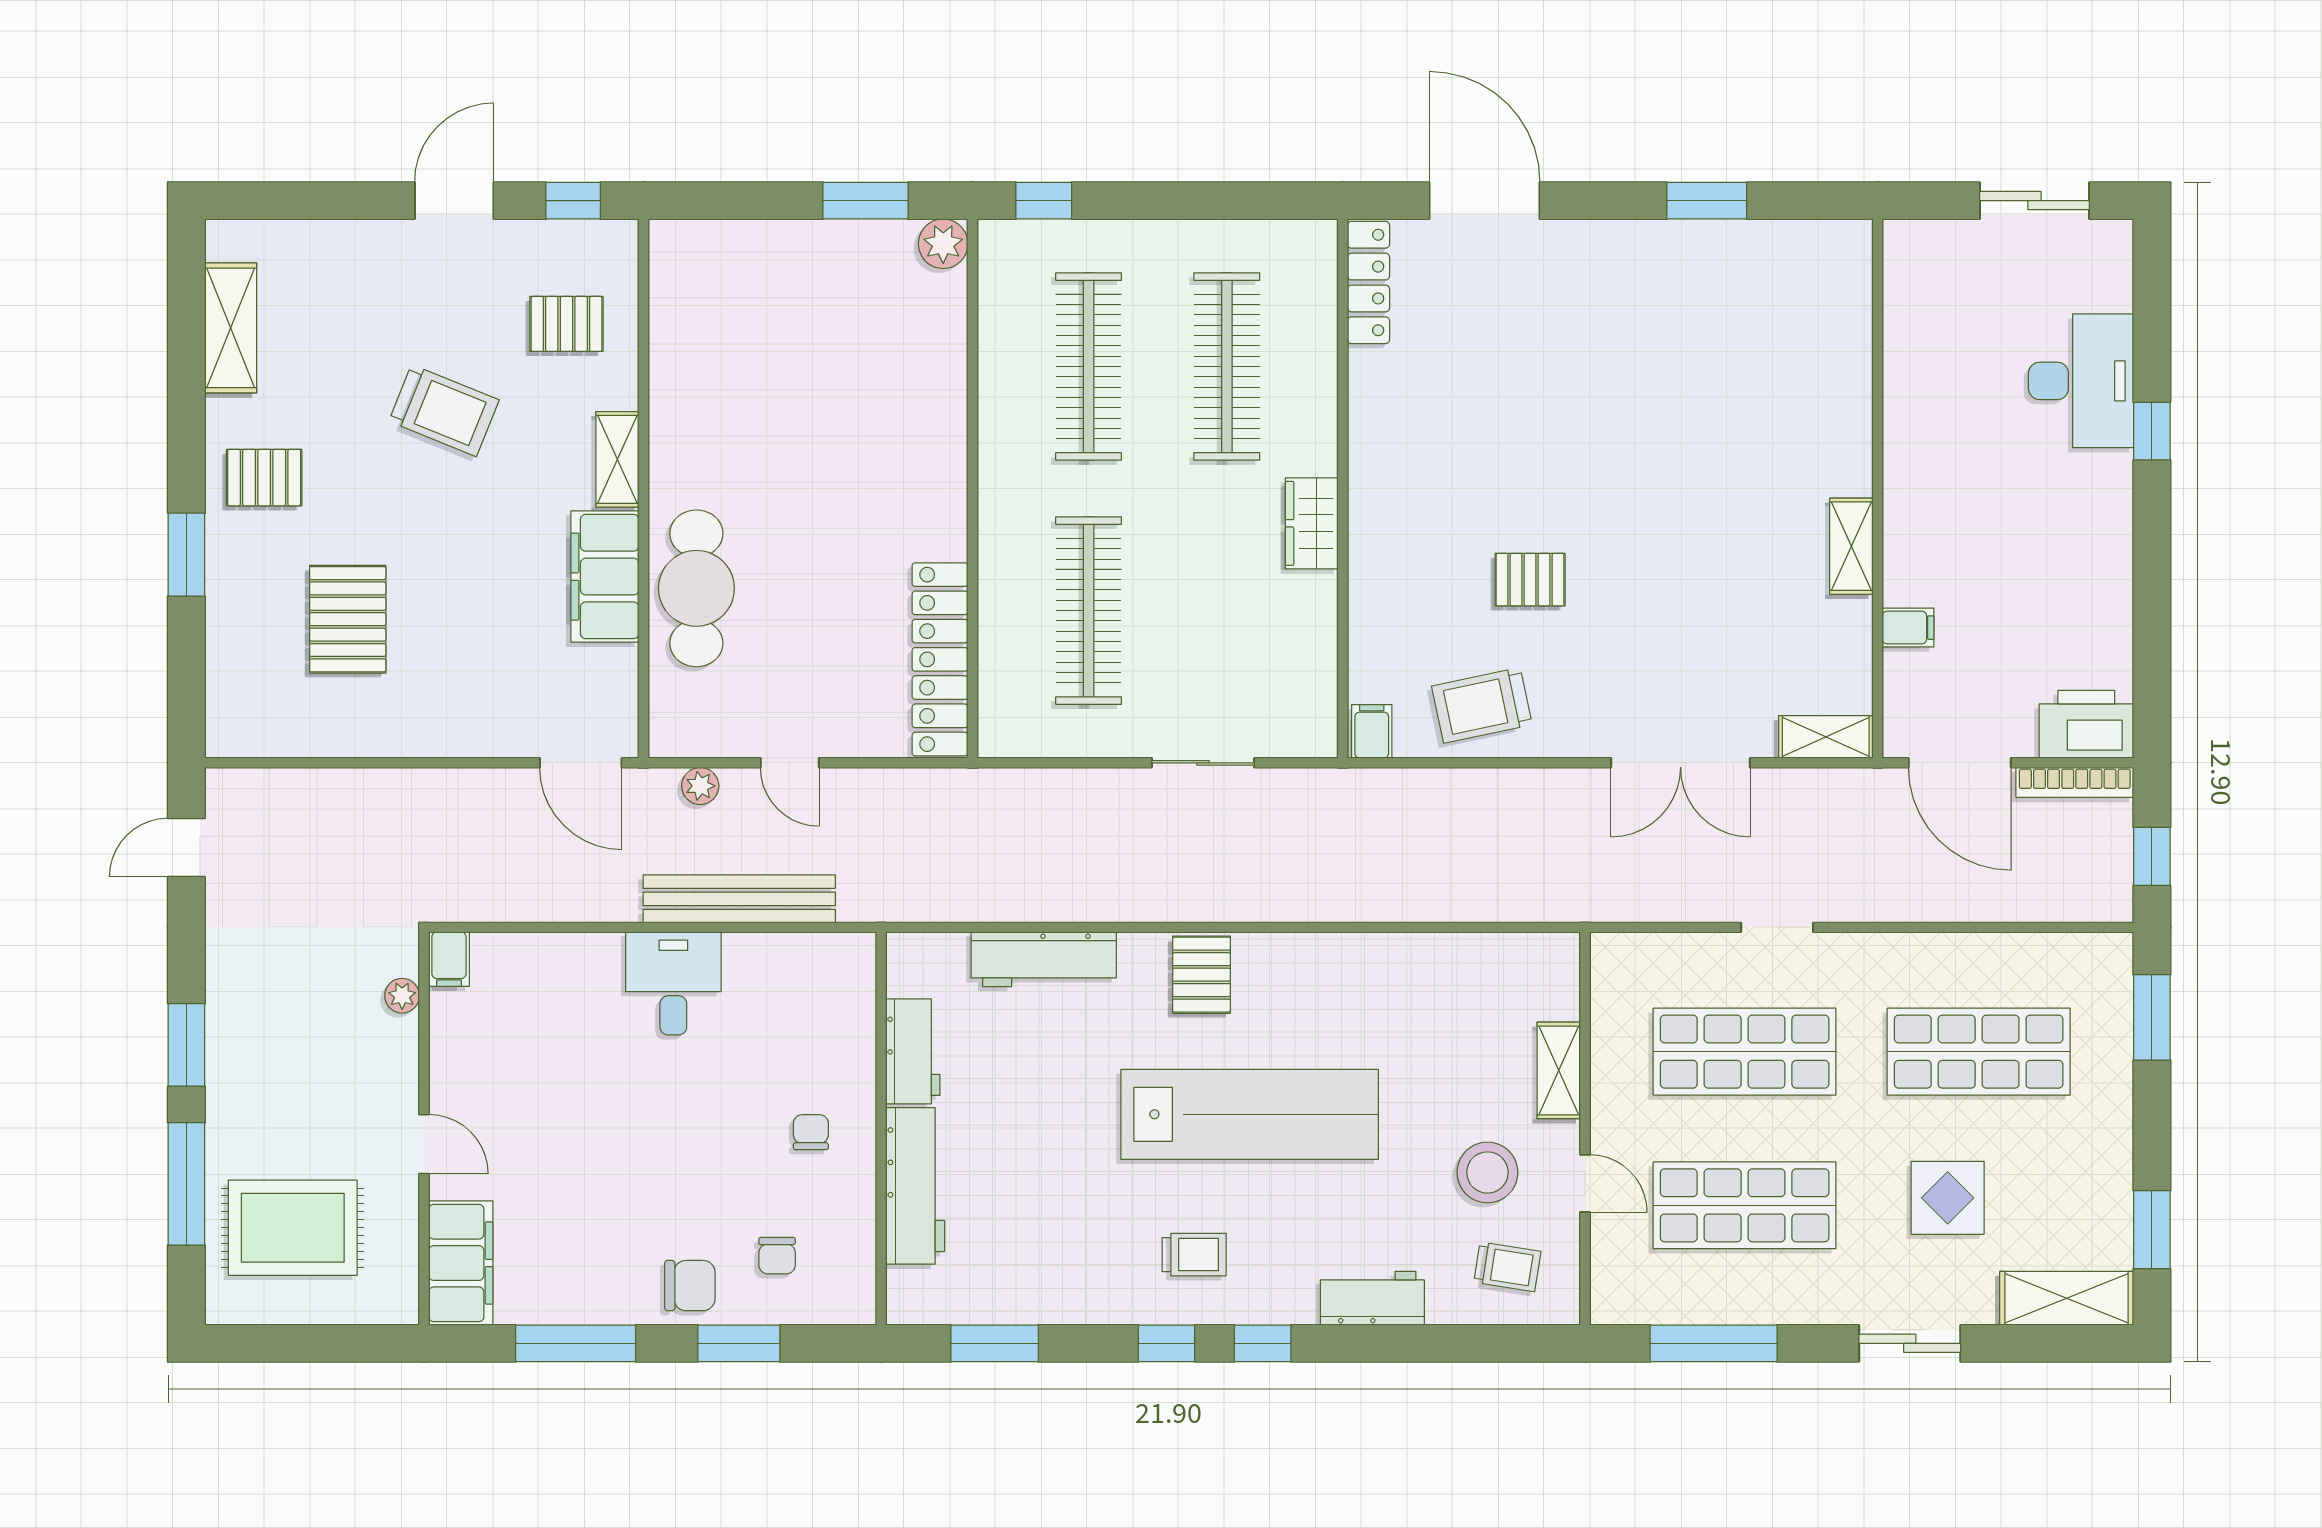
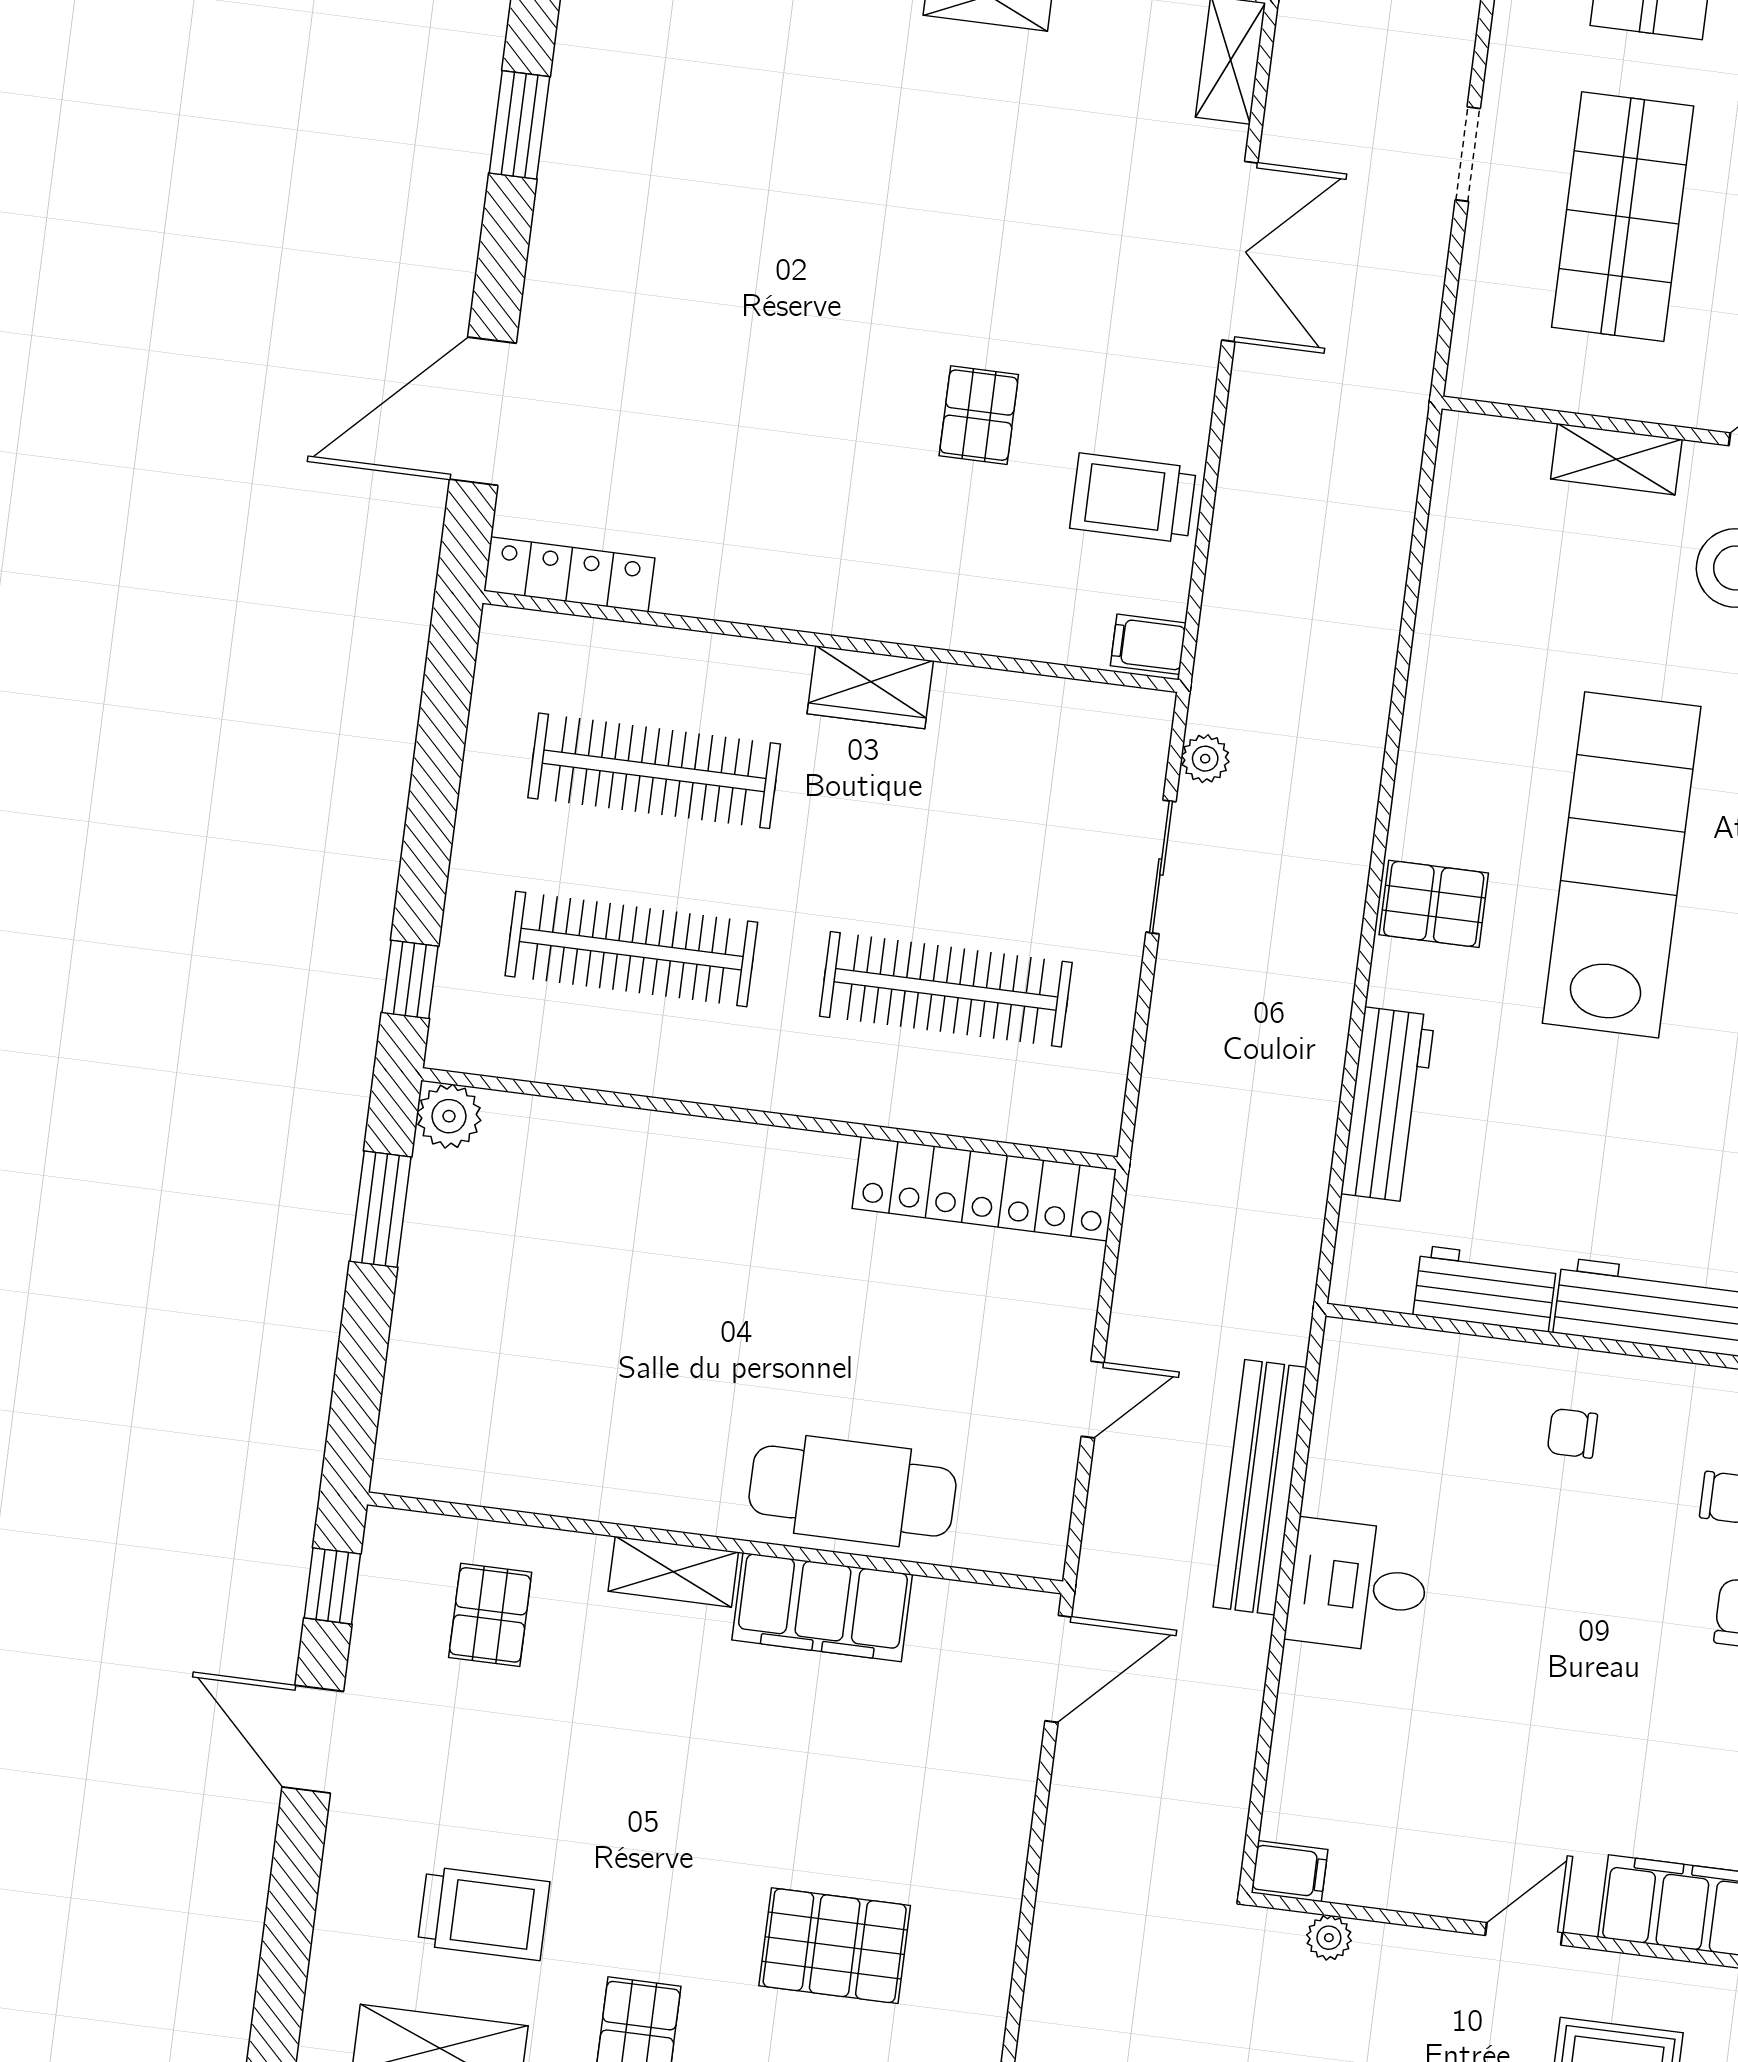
trolley: (444, 411) -> (484, 1913), moved, turned 68
trolley: (1482, 705) -> (1133, 498), turned 102
plant: (700, 786) -> (1205, 759), moved

